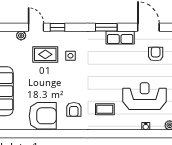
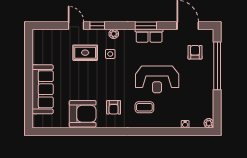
plant: (21, 36) -> (114, 34), moved
row of seats: (120, 37) -> (149, 36), moved
reception desk: (145, 96) -> (157, 79), moved, turned 180

